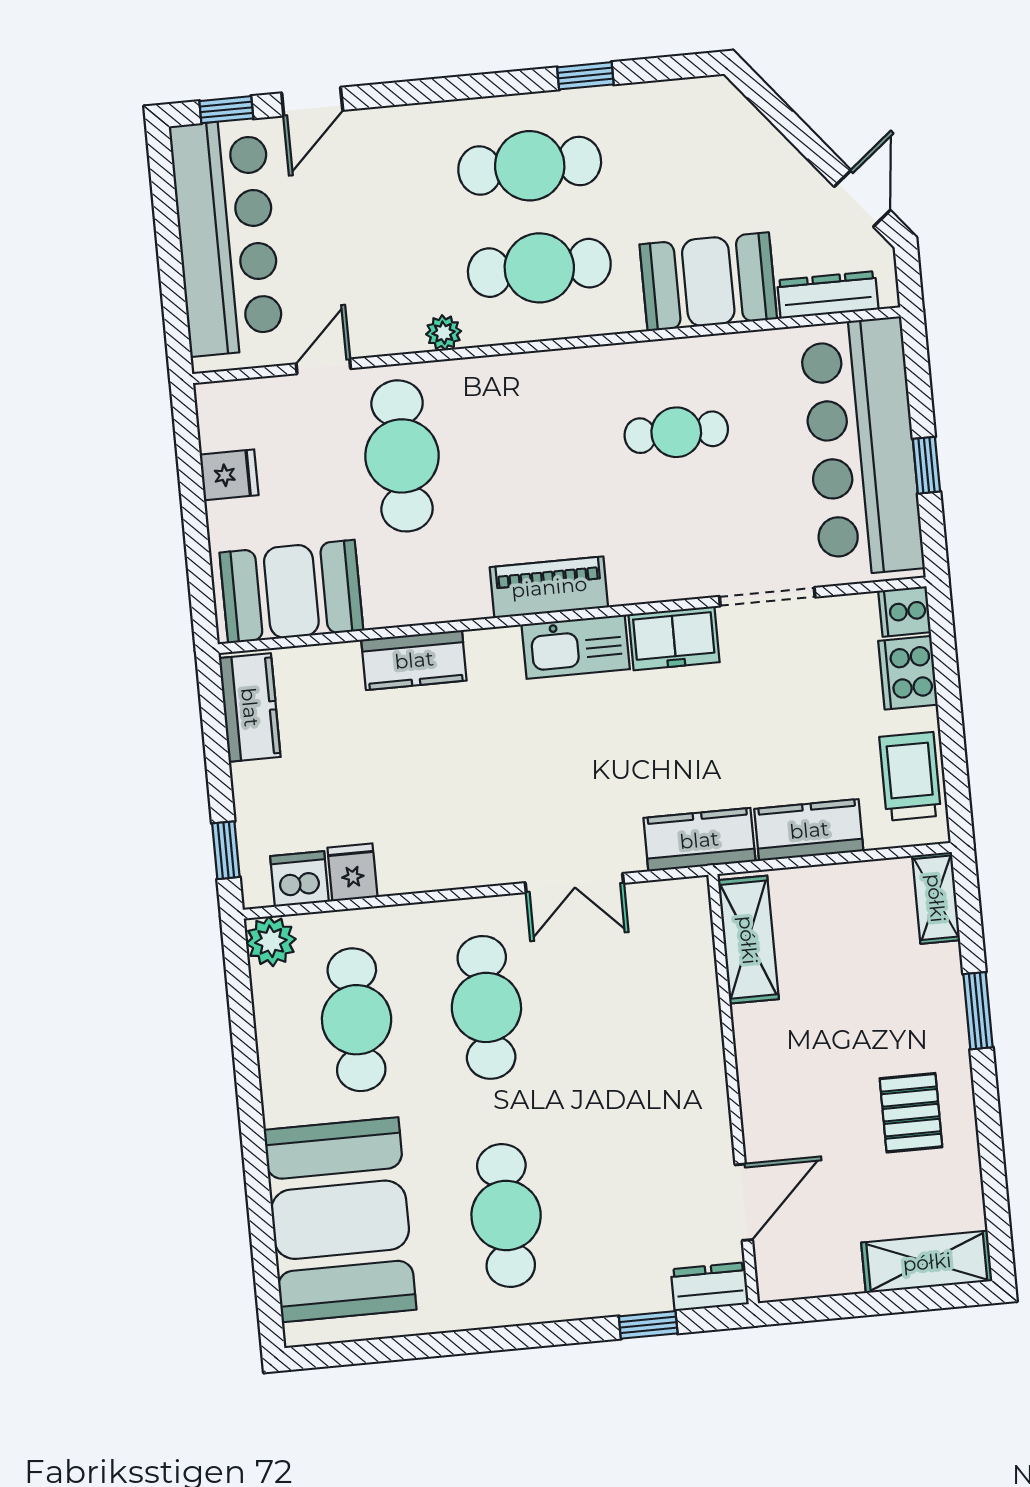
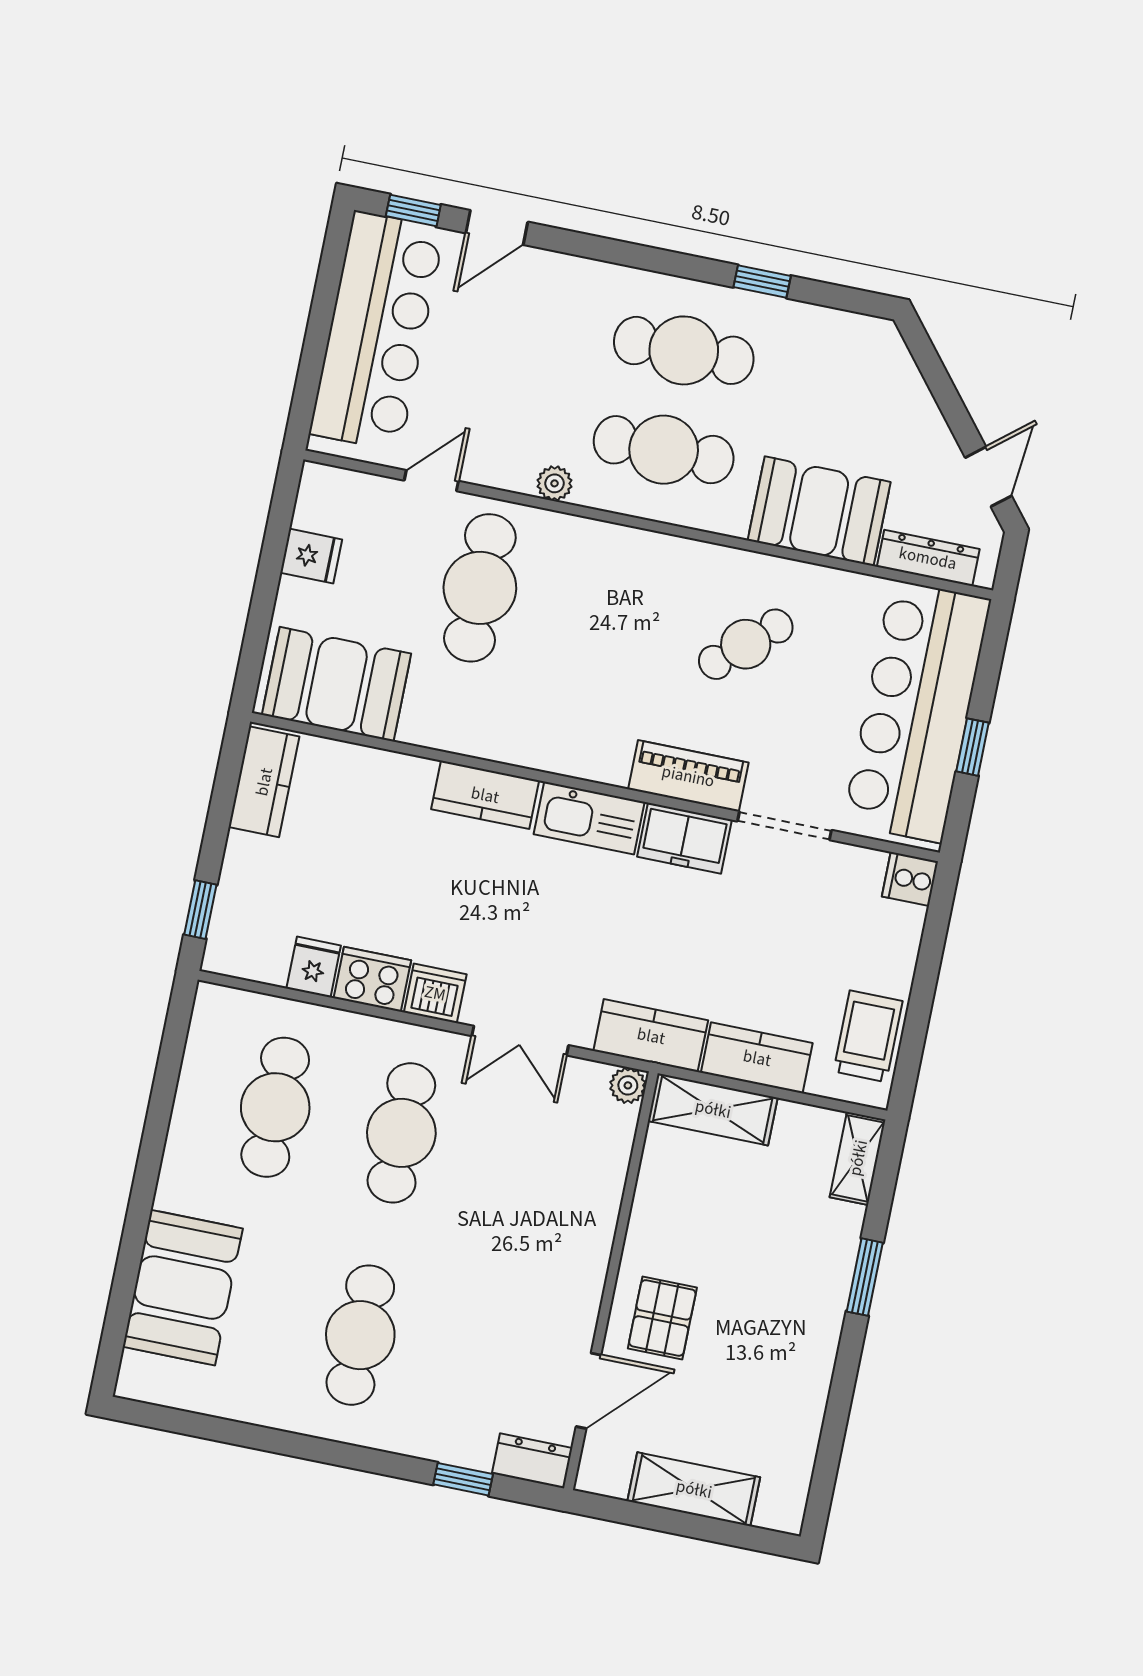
cafe table: (676, 432) -> (746, 644), turned -42
piano: (549, 587) -> (688, 776), moved
kitchen counter: (414, 660) -> (485, 795), moved
cooker: (908, 673) -> (372, 979), moved, turned 90
dishwasher: (300, 879) -> (435, 993), moved
shelving: (748, 940) -> (713, 1109), moved, turned 90
plant: (271, 941) -> (628, 1085), moved, width x0.73, depth x0.73
pallet: (911, 1113) -> (662, 1318), moved
booth: (340, 1220) -> (183, 1288), width x0.73, depth x0.70
shelving: (927, 1262) -> (694, 1489), moved

